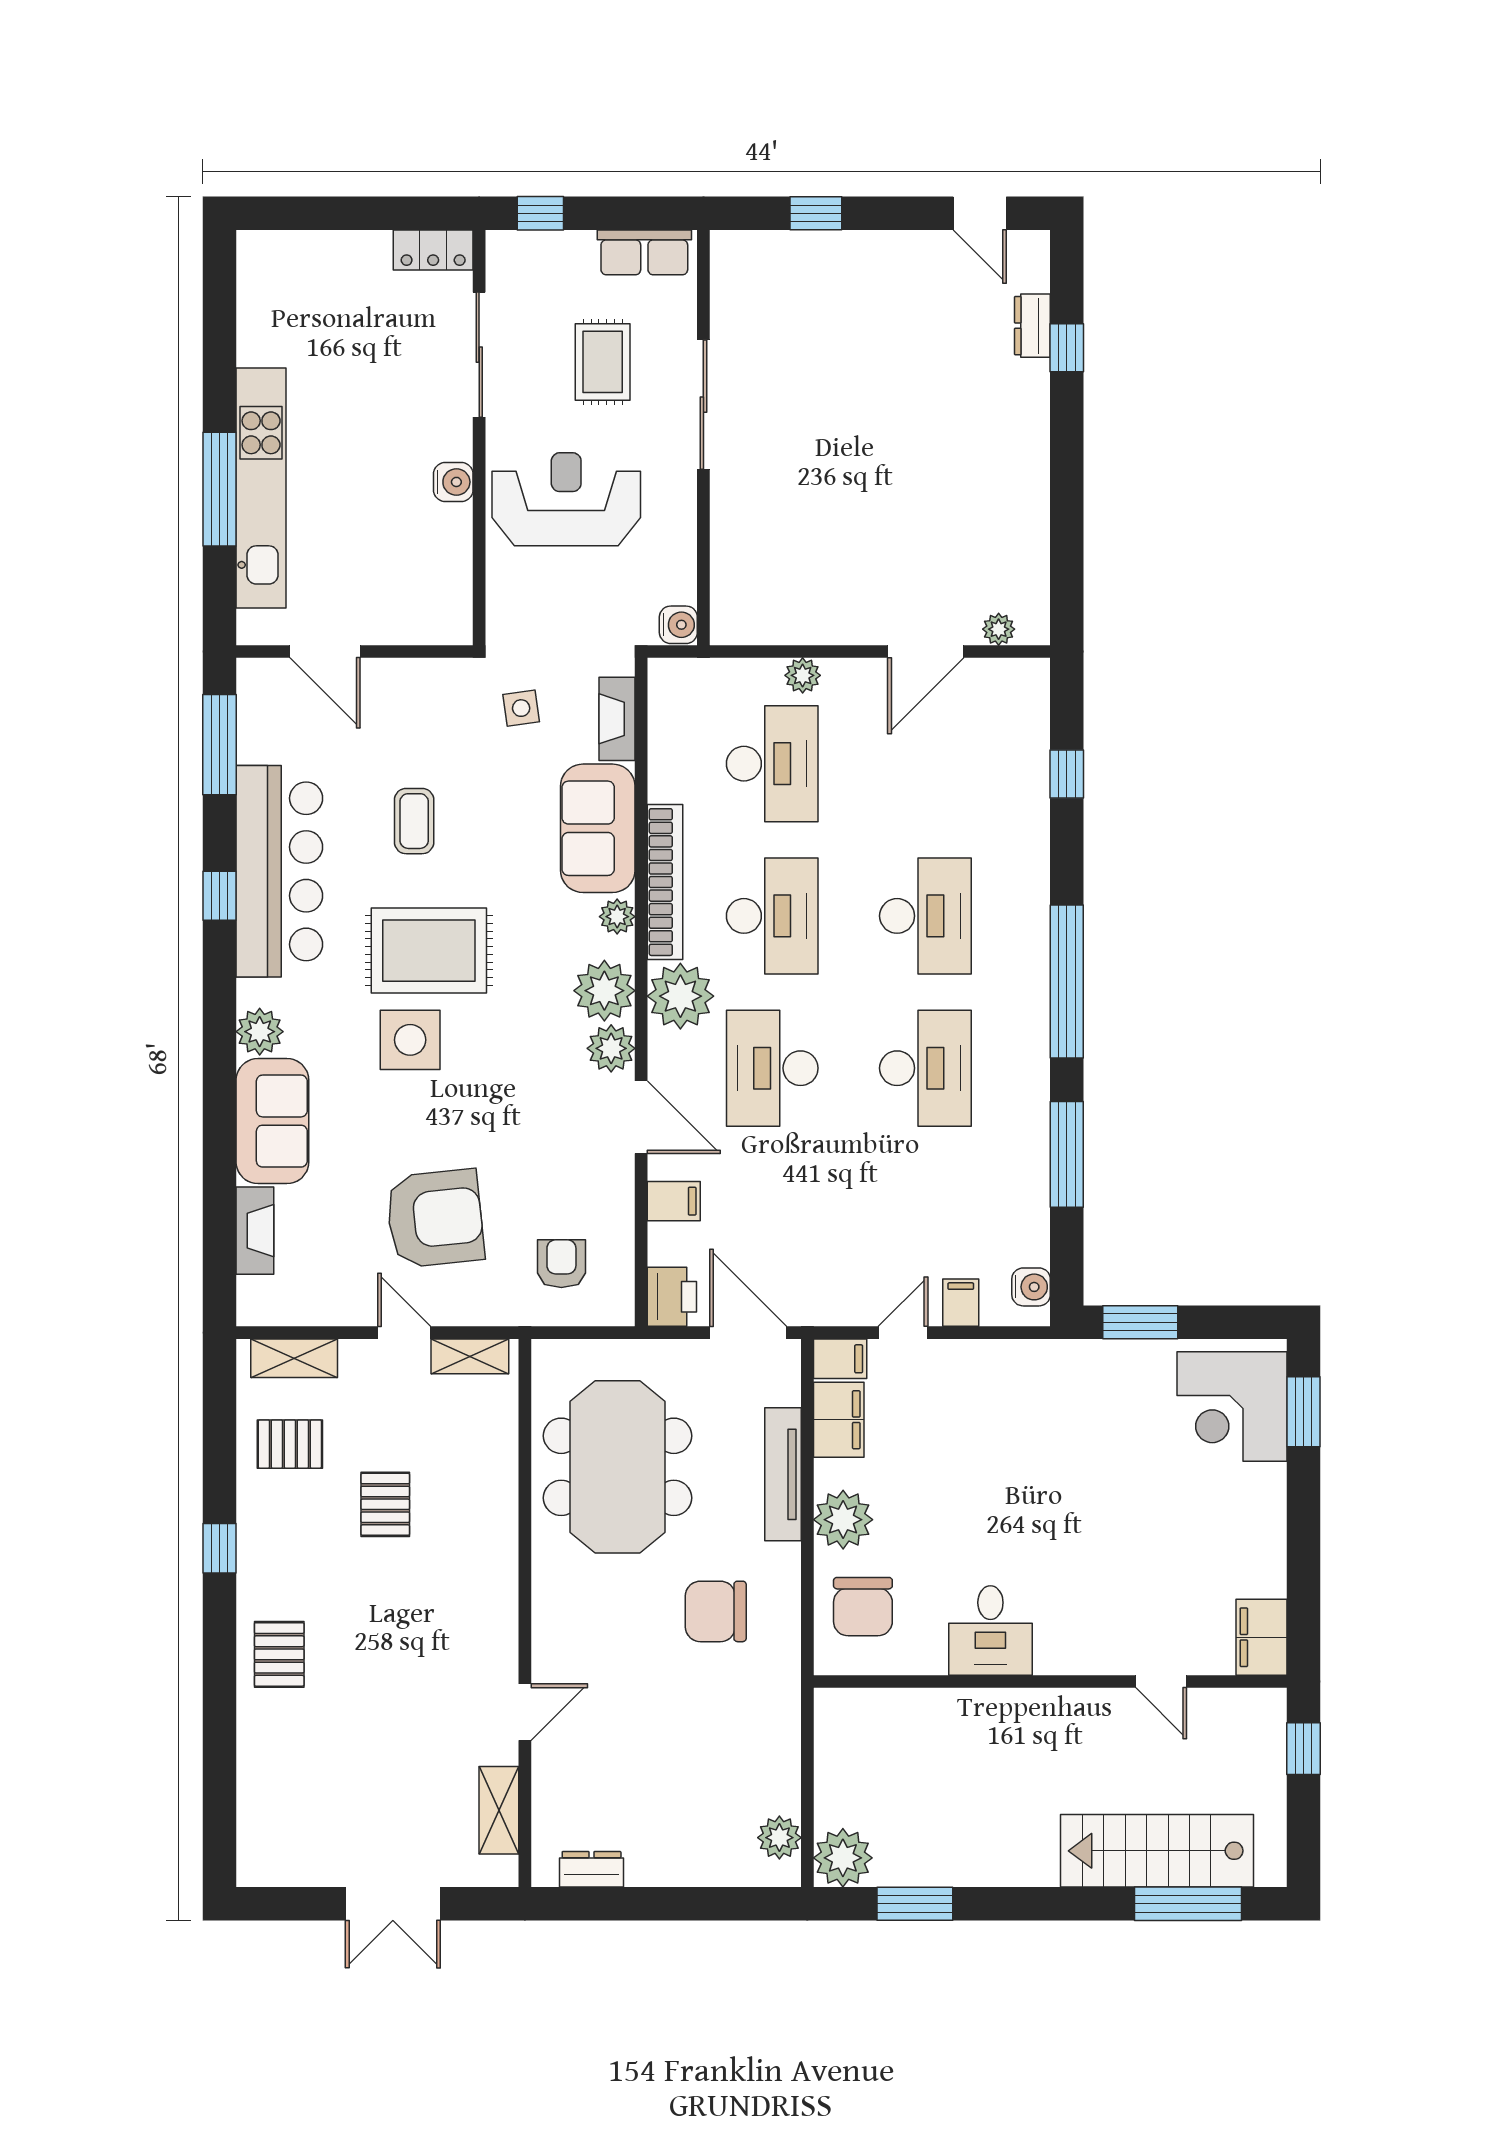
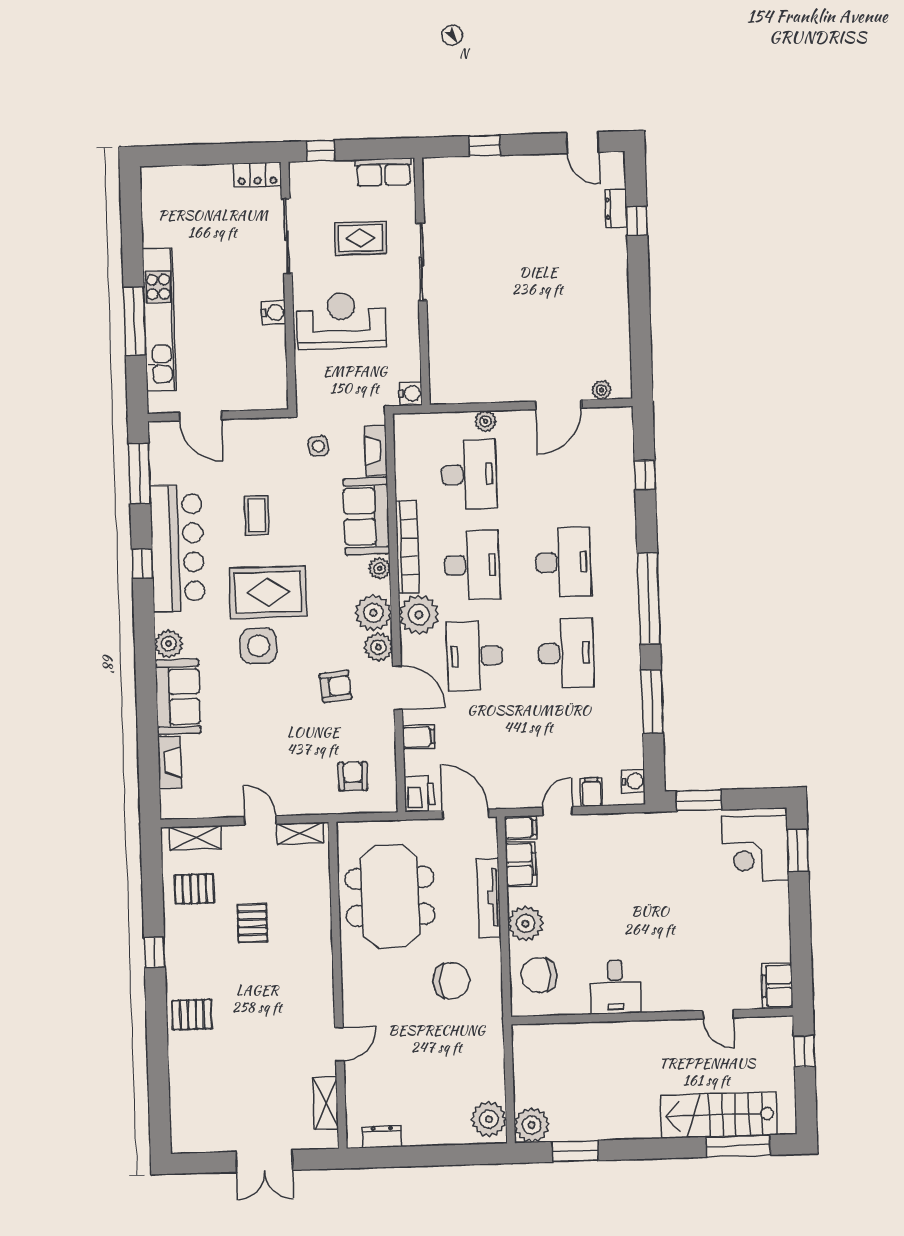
rug: (603, 362) -> (361, 238), turned 90
armchair: (435, 1218) -> (336, 686), moved, width x0.53, depth x0.53
chair: (863, 1607) -> (539, 975), turned 90
chair: (716, 1611) -> (451, 981), turned 180
pallet: (279, 1654) -> (192, 1014), turned 90
plant: (779, 1838) -> (489, 1119), width x1.36, depth x1.36

